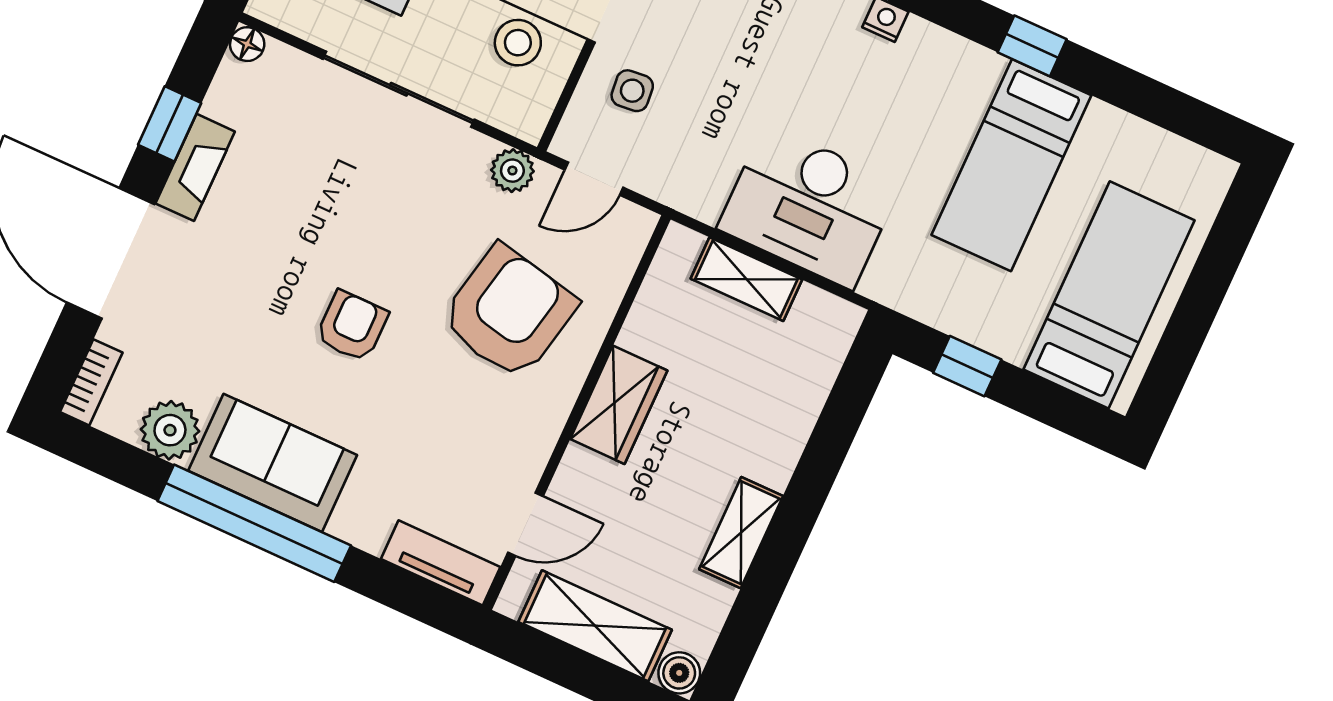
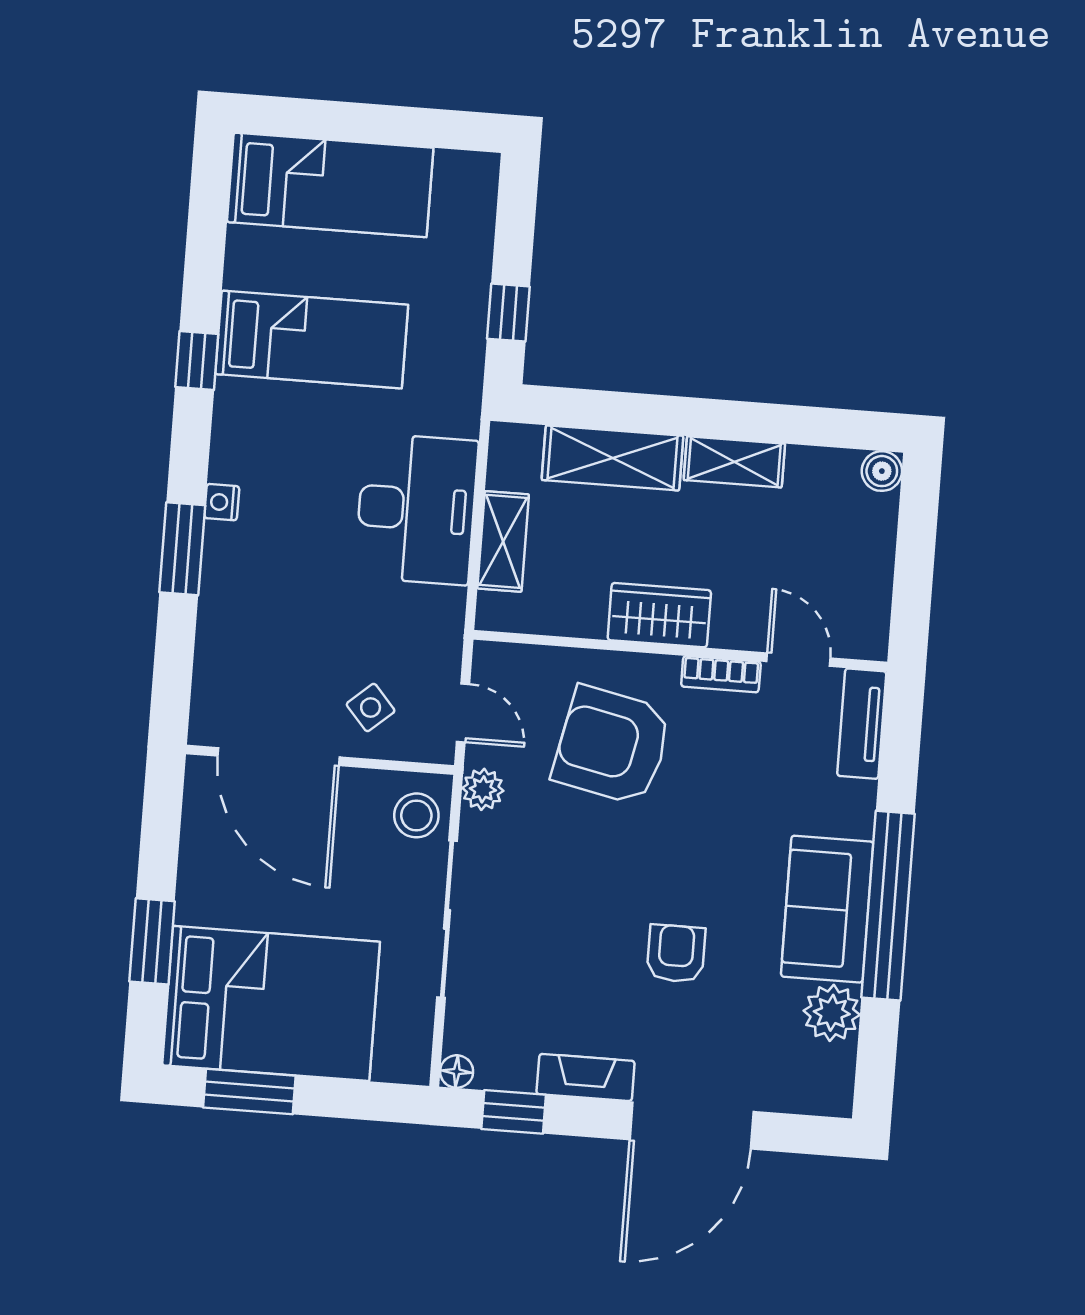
stool: (518, 43) -> (416, 815), moved
side table: (632, 91) -> (371, 708), turned -35
window: (170, 124) -> (514, 1112), moved
bed: (1109, 295) -> (330, 185), moved, turned 180
armchair: (352, 326) -> (676, 954), moved, turned 90
bookcase: (91, 382) -> (721, 674), moved, turned 180
shelving: (595, 626) -> (612, 458), moved, turned 90

